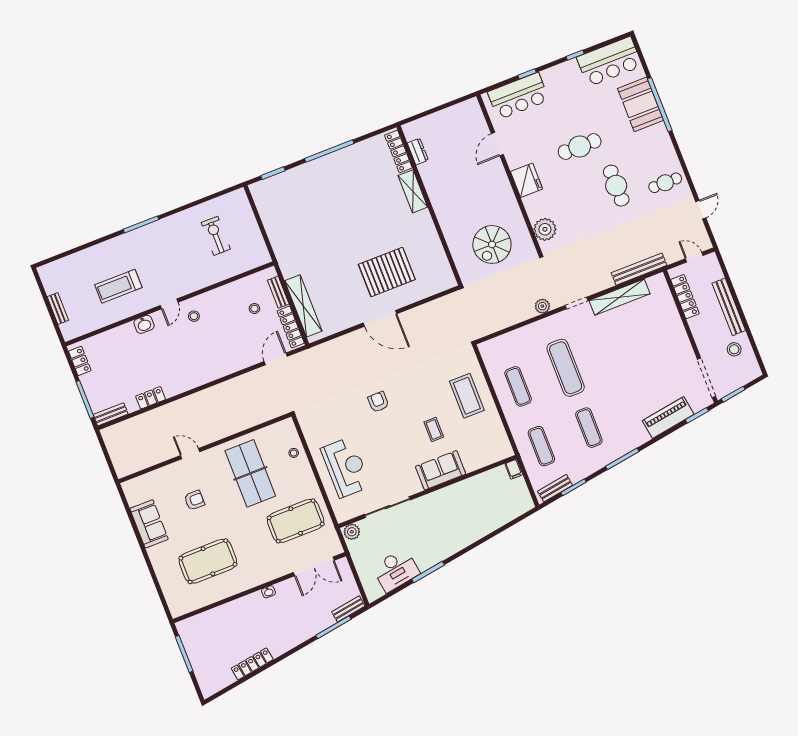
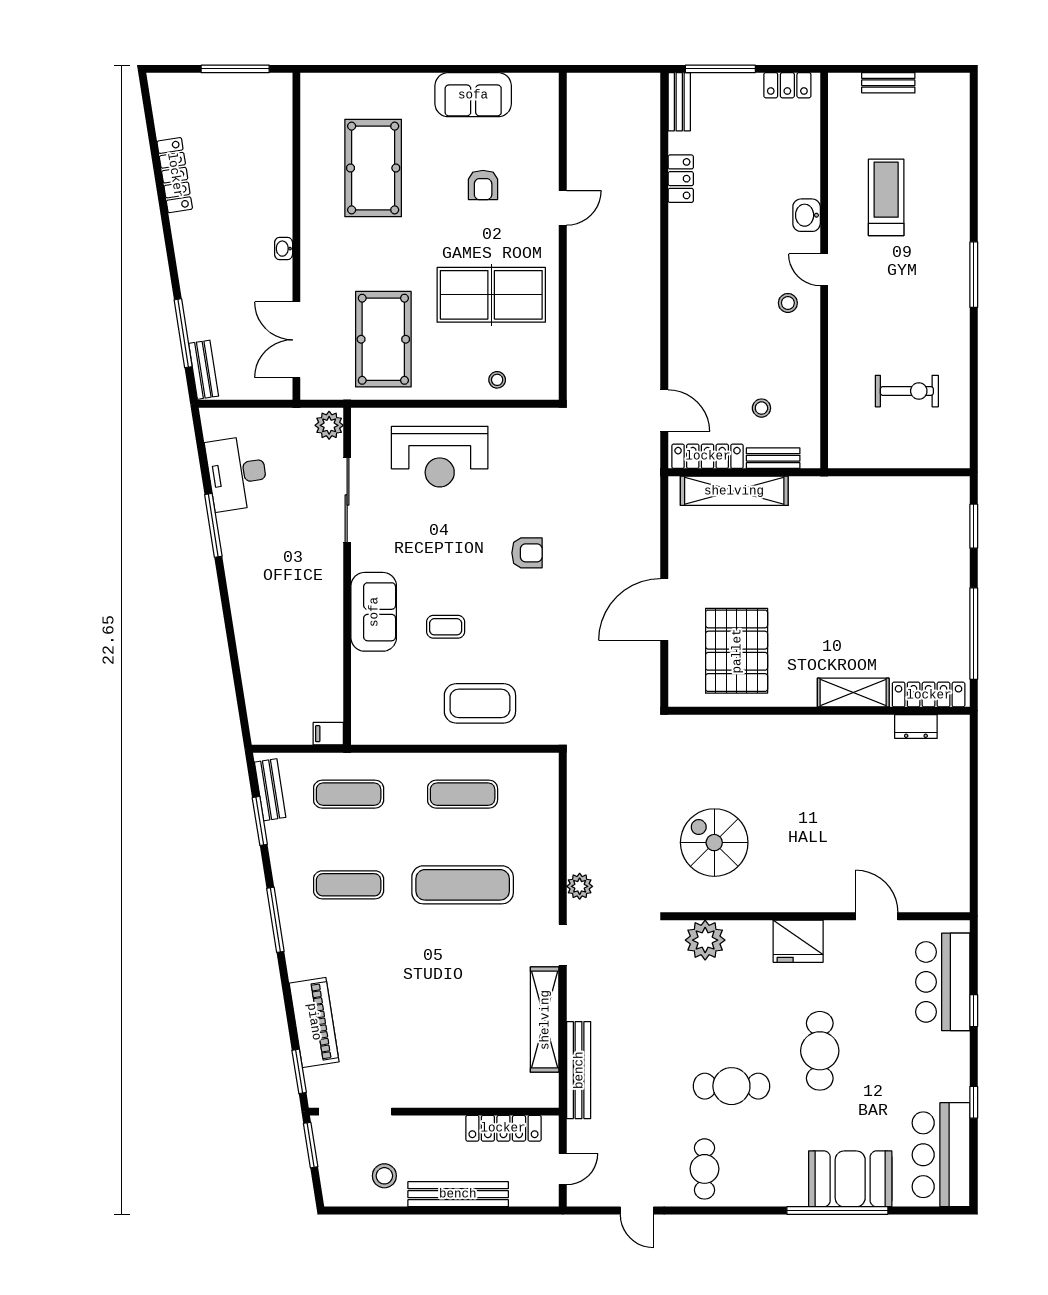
locker: (398, 151) -> (929, 695), moved
dresser: (418, 152) -> (916, 726), moved
shelving: (413, 191) -> (853, 693), moved
wall: (429, 206) -> (819, 711), moved

